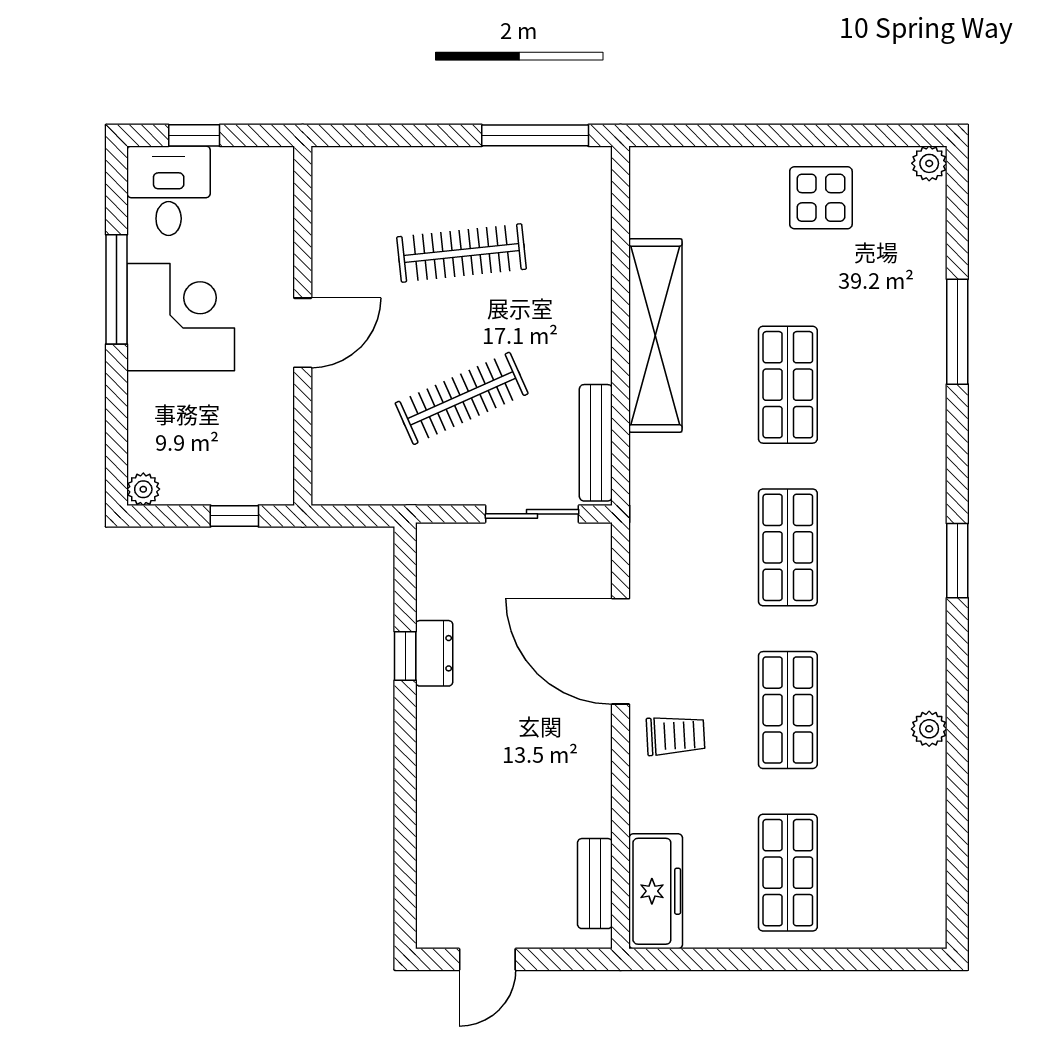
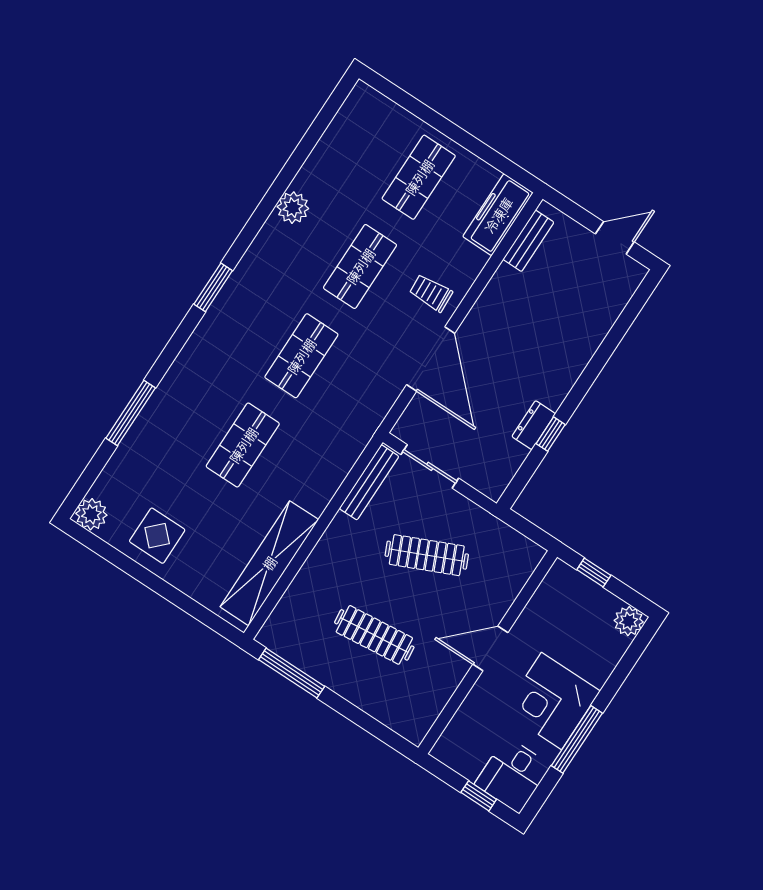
plant: (929, 163) -> (91, 514), width x1.38, depth x1.38
shelving: (655, 335) -> (269, 563), moved
plant: (143, 489) -> (629, 621), width x1.38, depth x1.38
plant: (929, 729) -> (293, 208), width x1.38, depth x1.38

